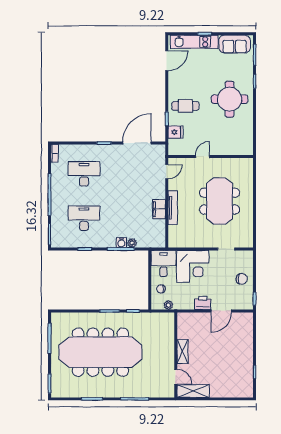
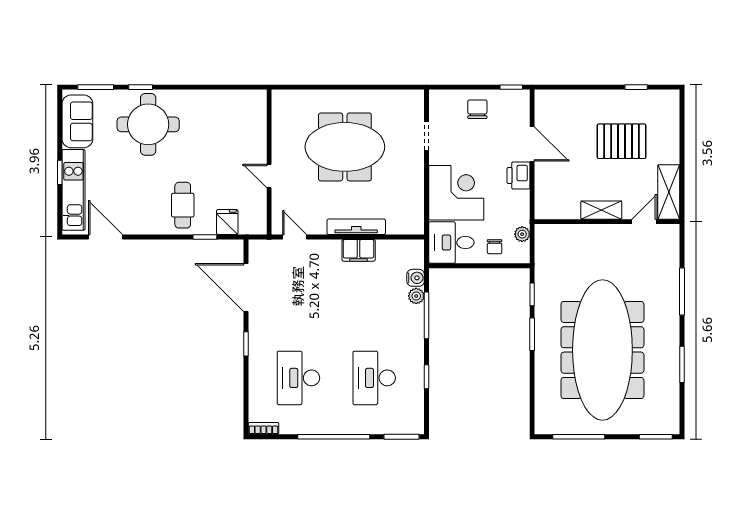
round table: (230, 99) -> (148, 124), moved
water cooler: (121, 243) -> (416, 278), moved
pallet: (223, 363) -> (622, 141), added

